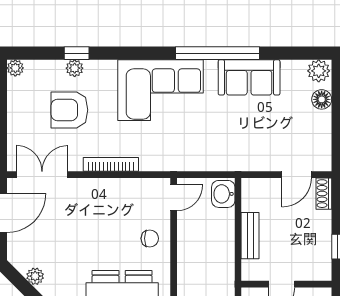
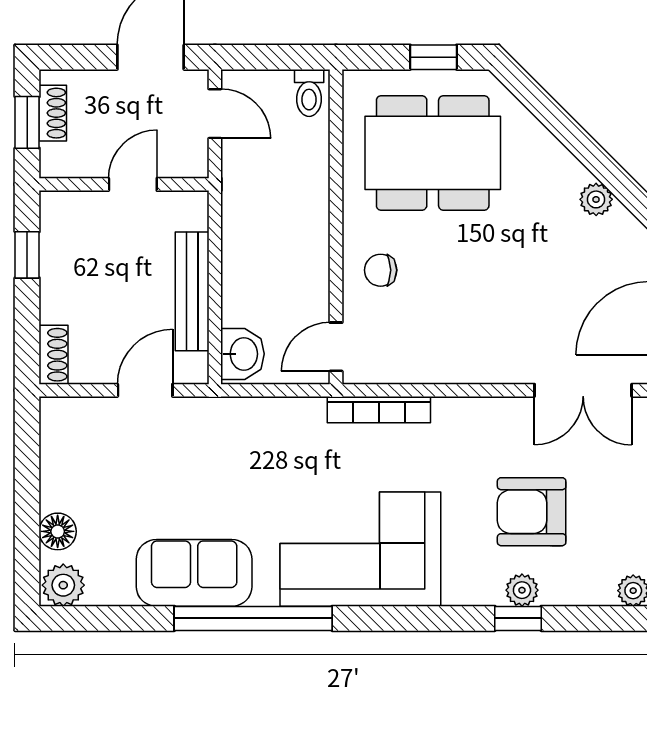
armchair: (69, 110) -> (532, 512), turned 180
bookcase: (111, 164) -> (379, 410), moved
door: (297, 175) -> (145, 390), moved
bench: (250, 236) -> (192, 291), width x1.36

